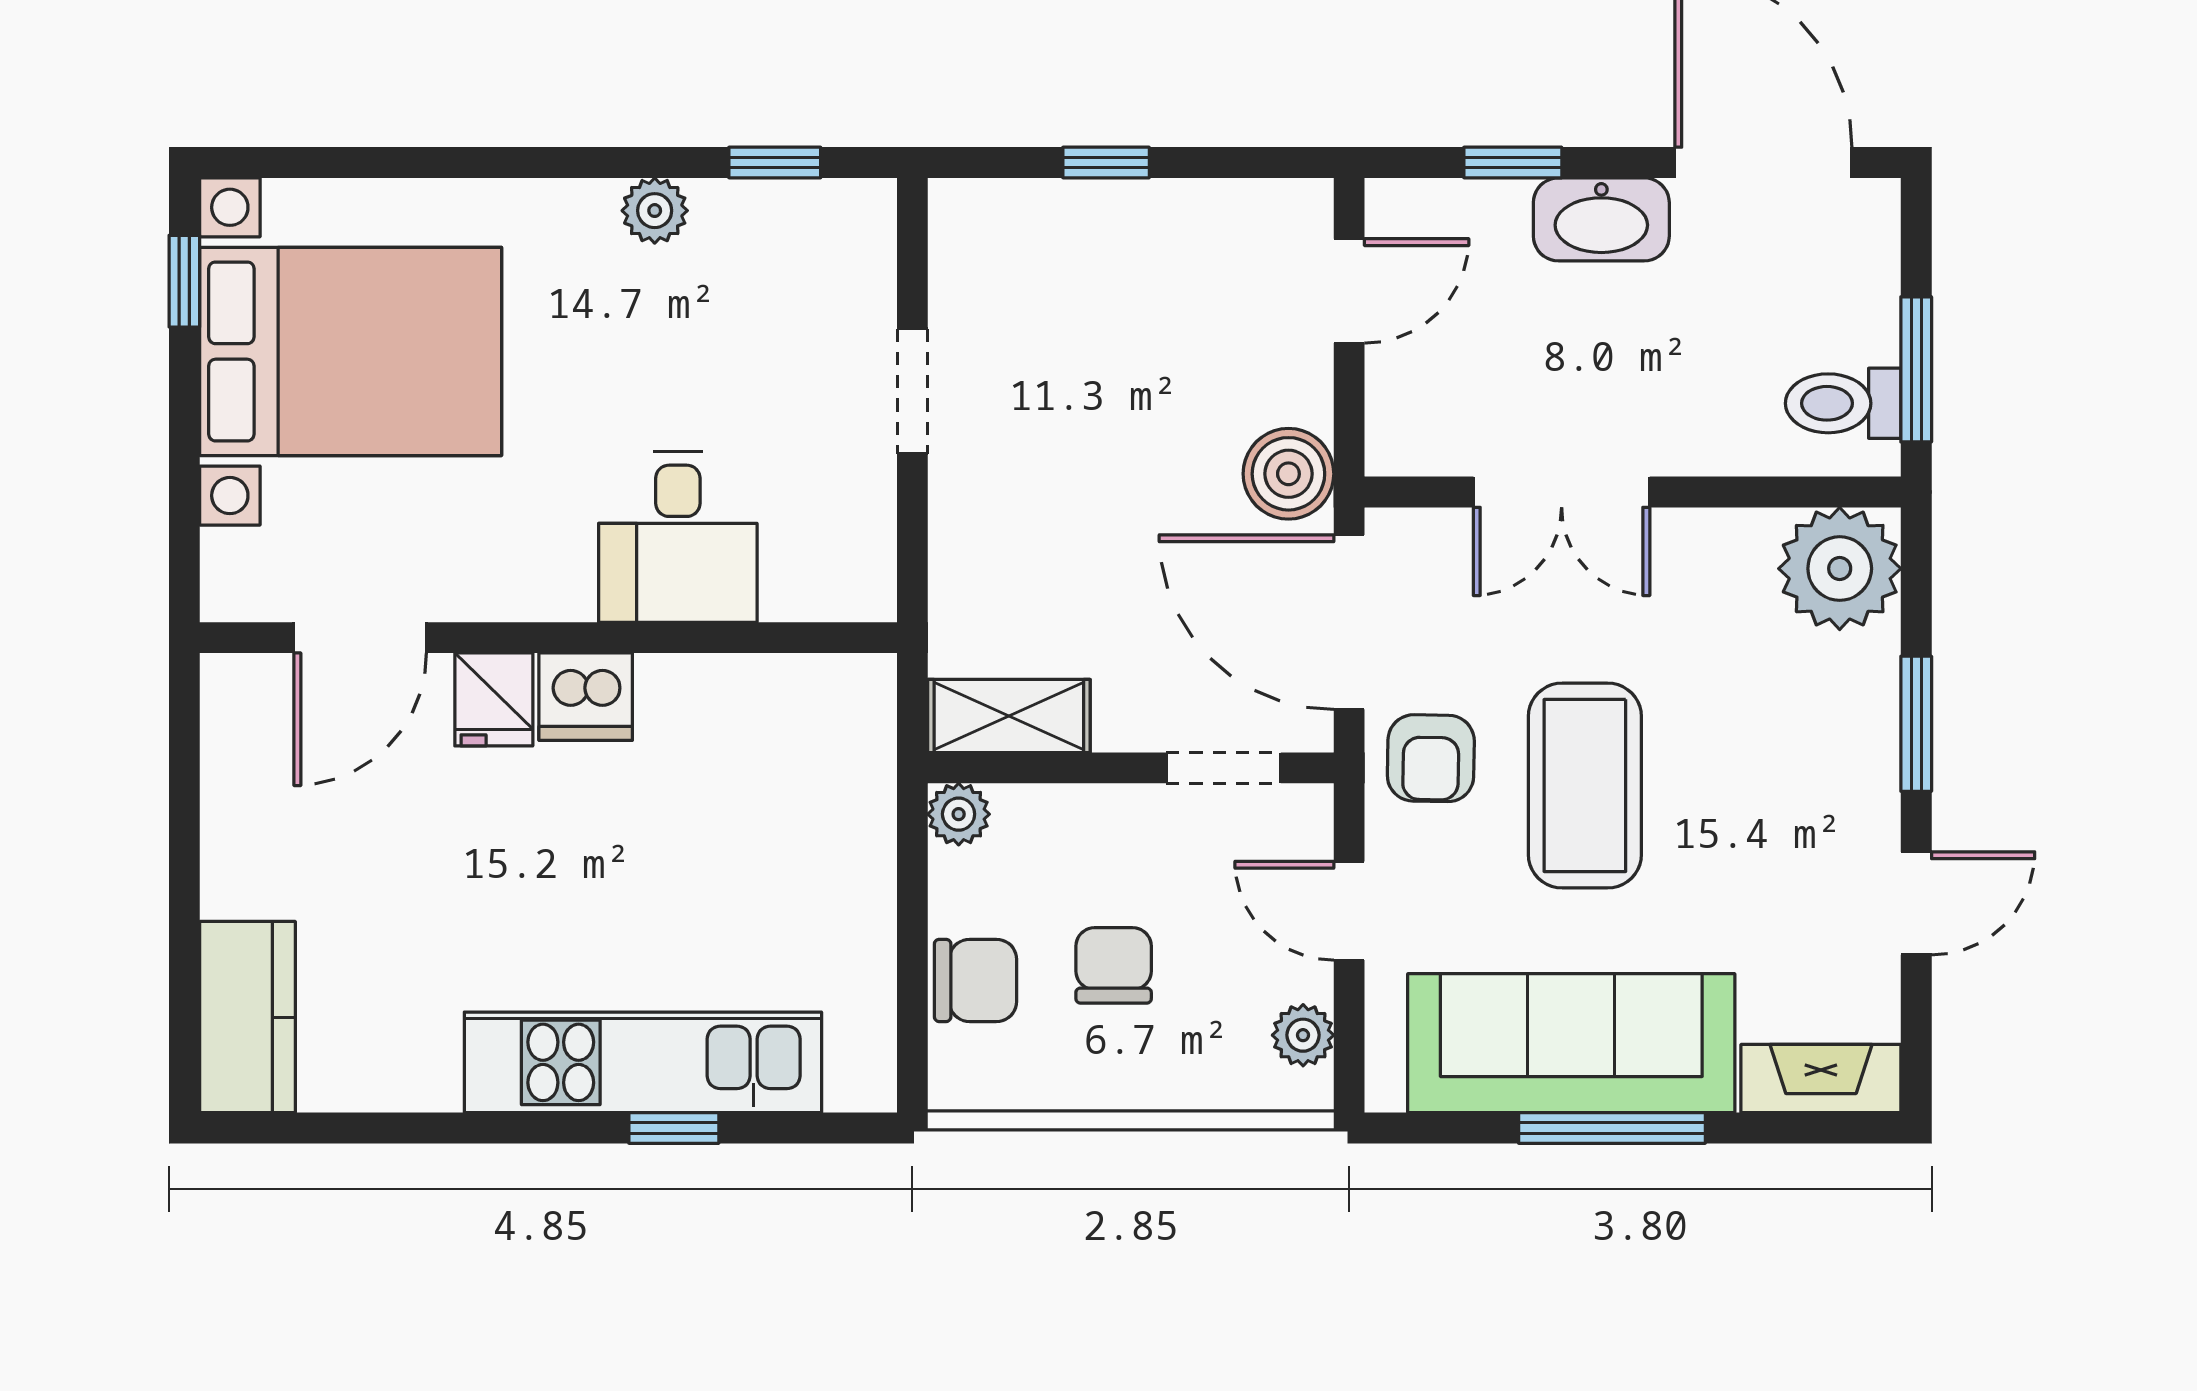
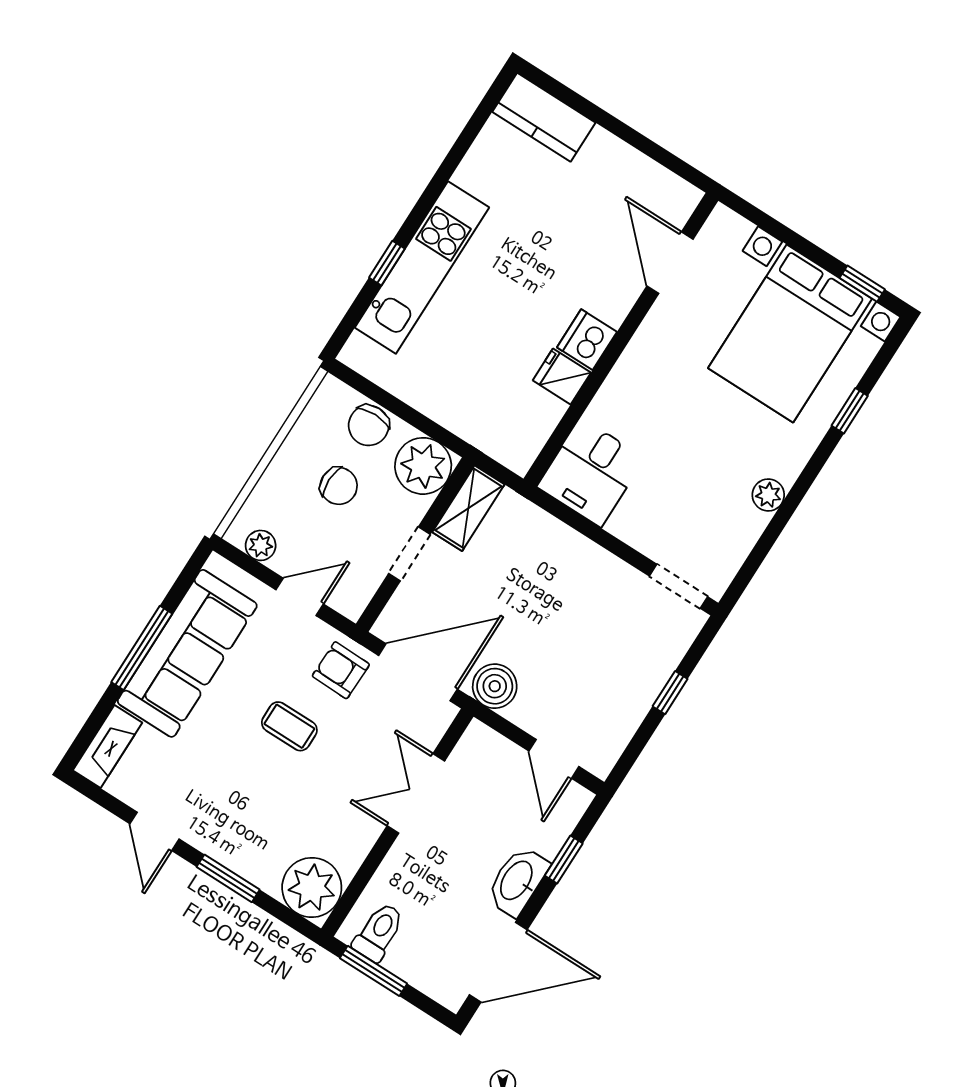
window: (775, 163) -> (850, 411), moved
doorway: (912, 391) -> (678, 586), moved
desk: (678, 537) -> (591, 472), moved, turned -90
fridge: (494, 699) -> (562, 377), moved
doorway: (1224, 768) -> (409, 554), moved
coffee table: (1585, 786) -> (289, 726), width x0.54, depth x0.58
plant: (959, 814) -> (423, 466), width x1.88, depth x1.88

